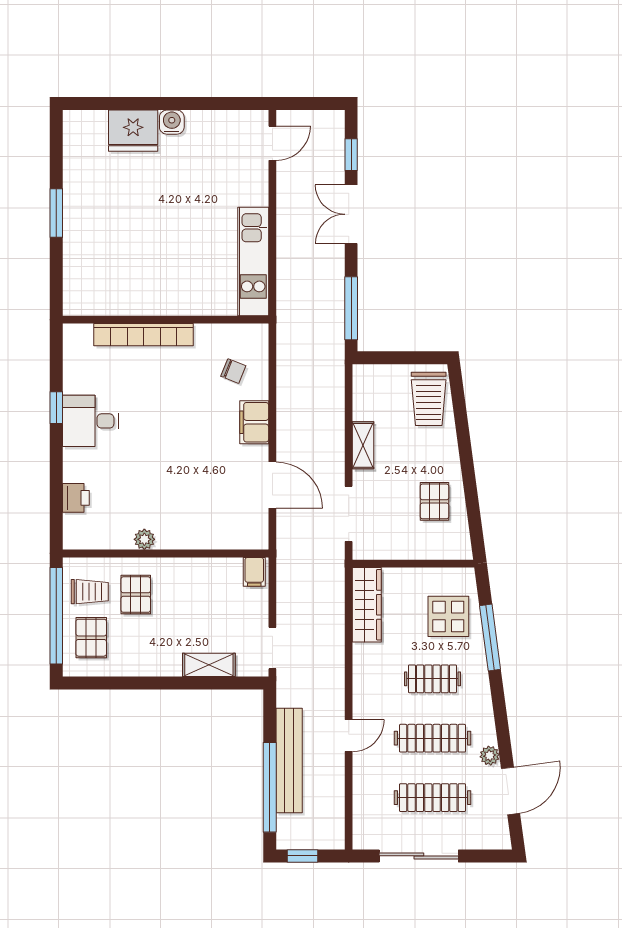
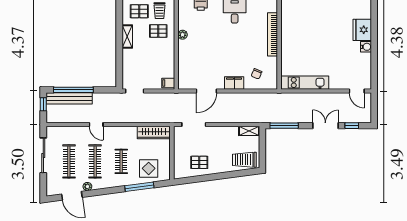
shelving: (363, 445) -> (249, 131), moved
shelving: (209, 665) -> (127, 37), moved
bench: (289, 761) -> (69, 98), moved

